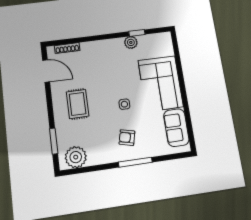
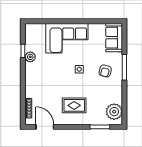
door: (46, 71) -> (45, 127), hinge flipped
sofa: (176, 128) -> (114, 38), moved, turned 90

